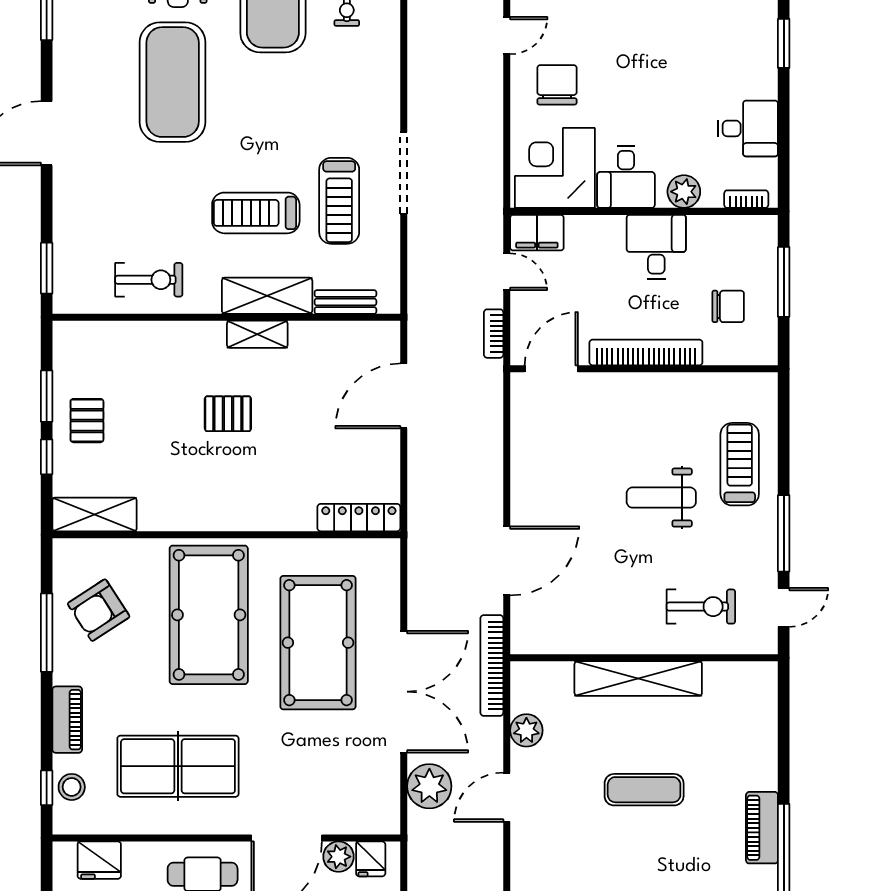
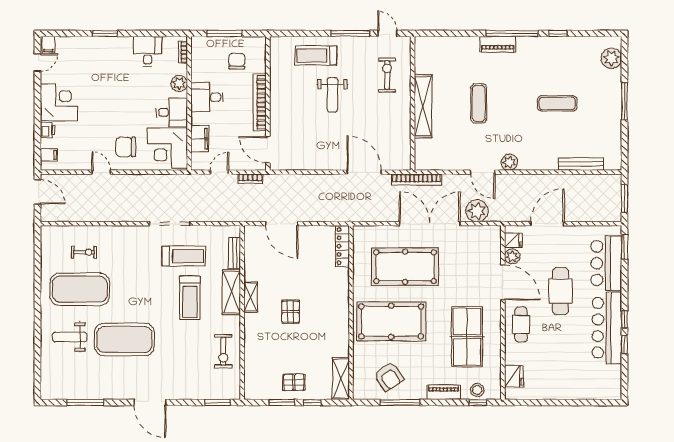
filing cabinet: (537, 233) -> (200, 139), moved
exercise bike: (149, 280) -> (223, 351), turned 180
plant: (526, 730) -> (509, 162), moved

